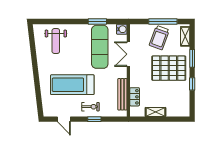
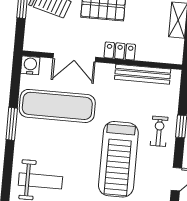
window: (97, 21) -> (12, 124), moved
locker: (135, 97) -> (120, 51), moved

